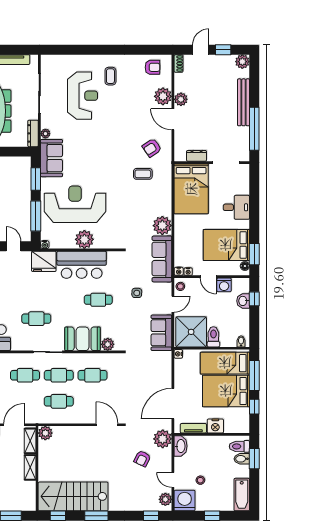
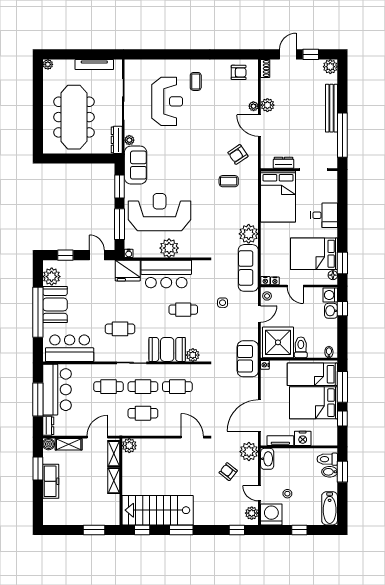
plant: (163, 96) -> (253, 106), width x0.53, depth x0.53
washing machine: (224, 285) -> (330, 295), moved, turned 90
sofa: (161, 333) -> (248, 359), moved
armchair: (142, 459) -> (228, 472), turned 102

